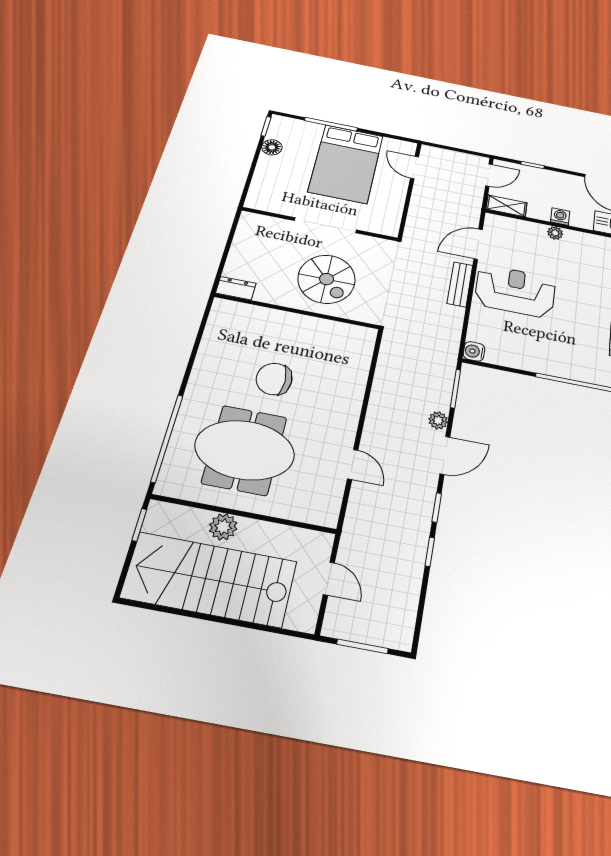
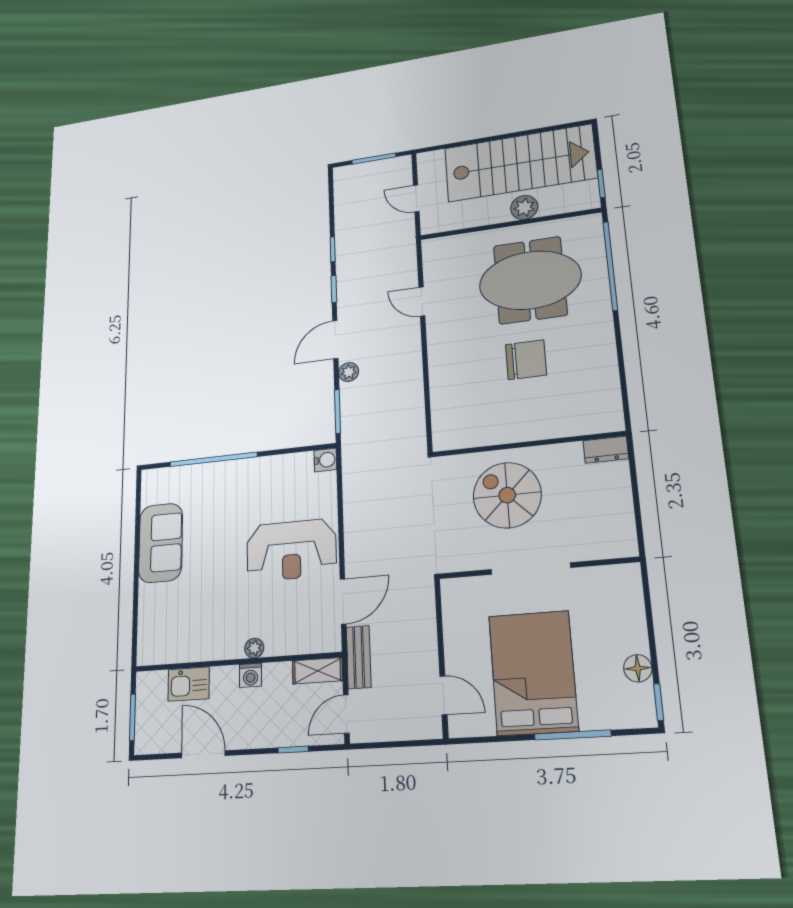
bench: (460, 284) -> (359, 657), moved

